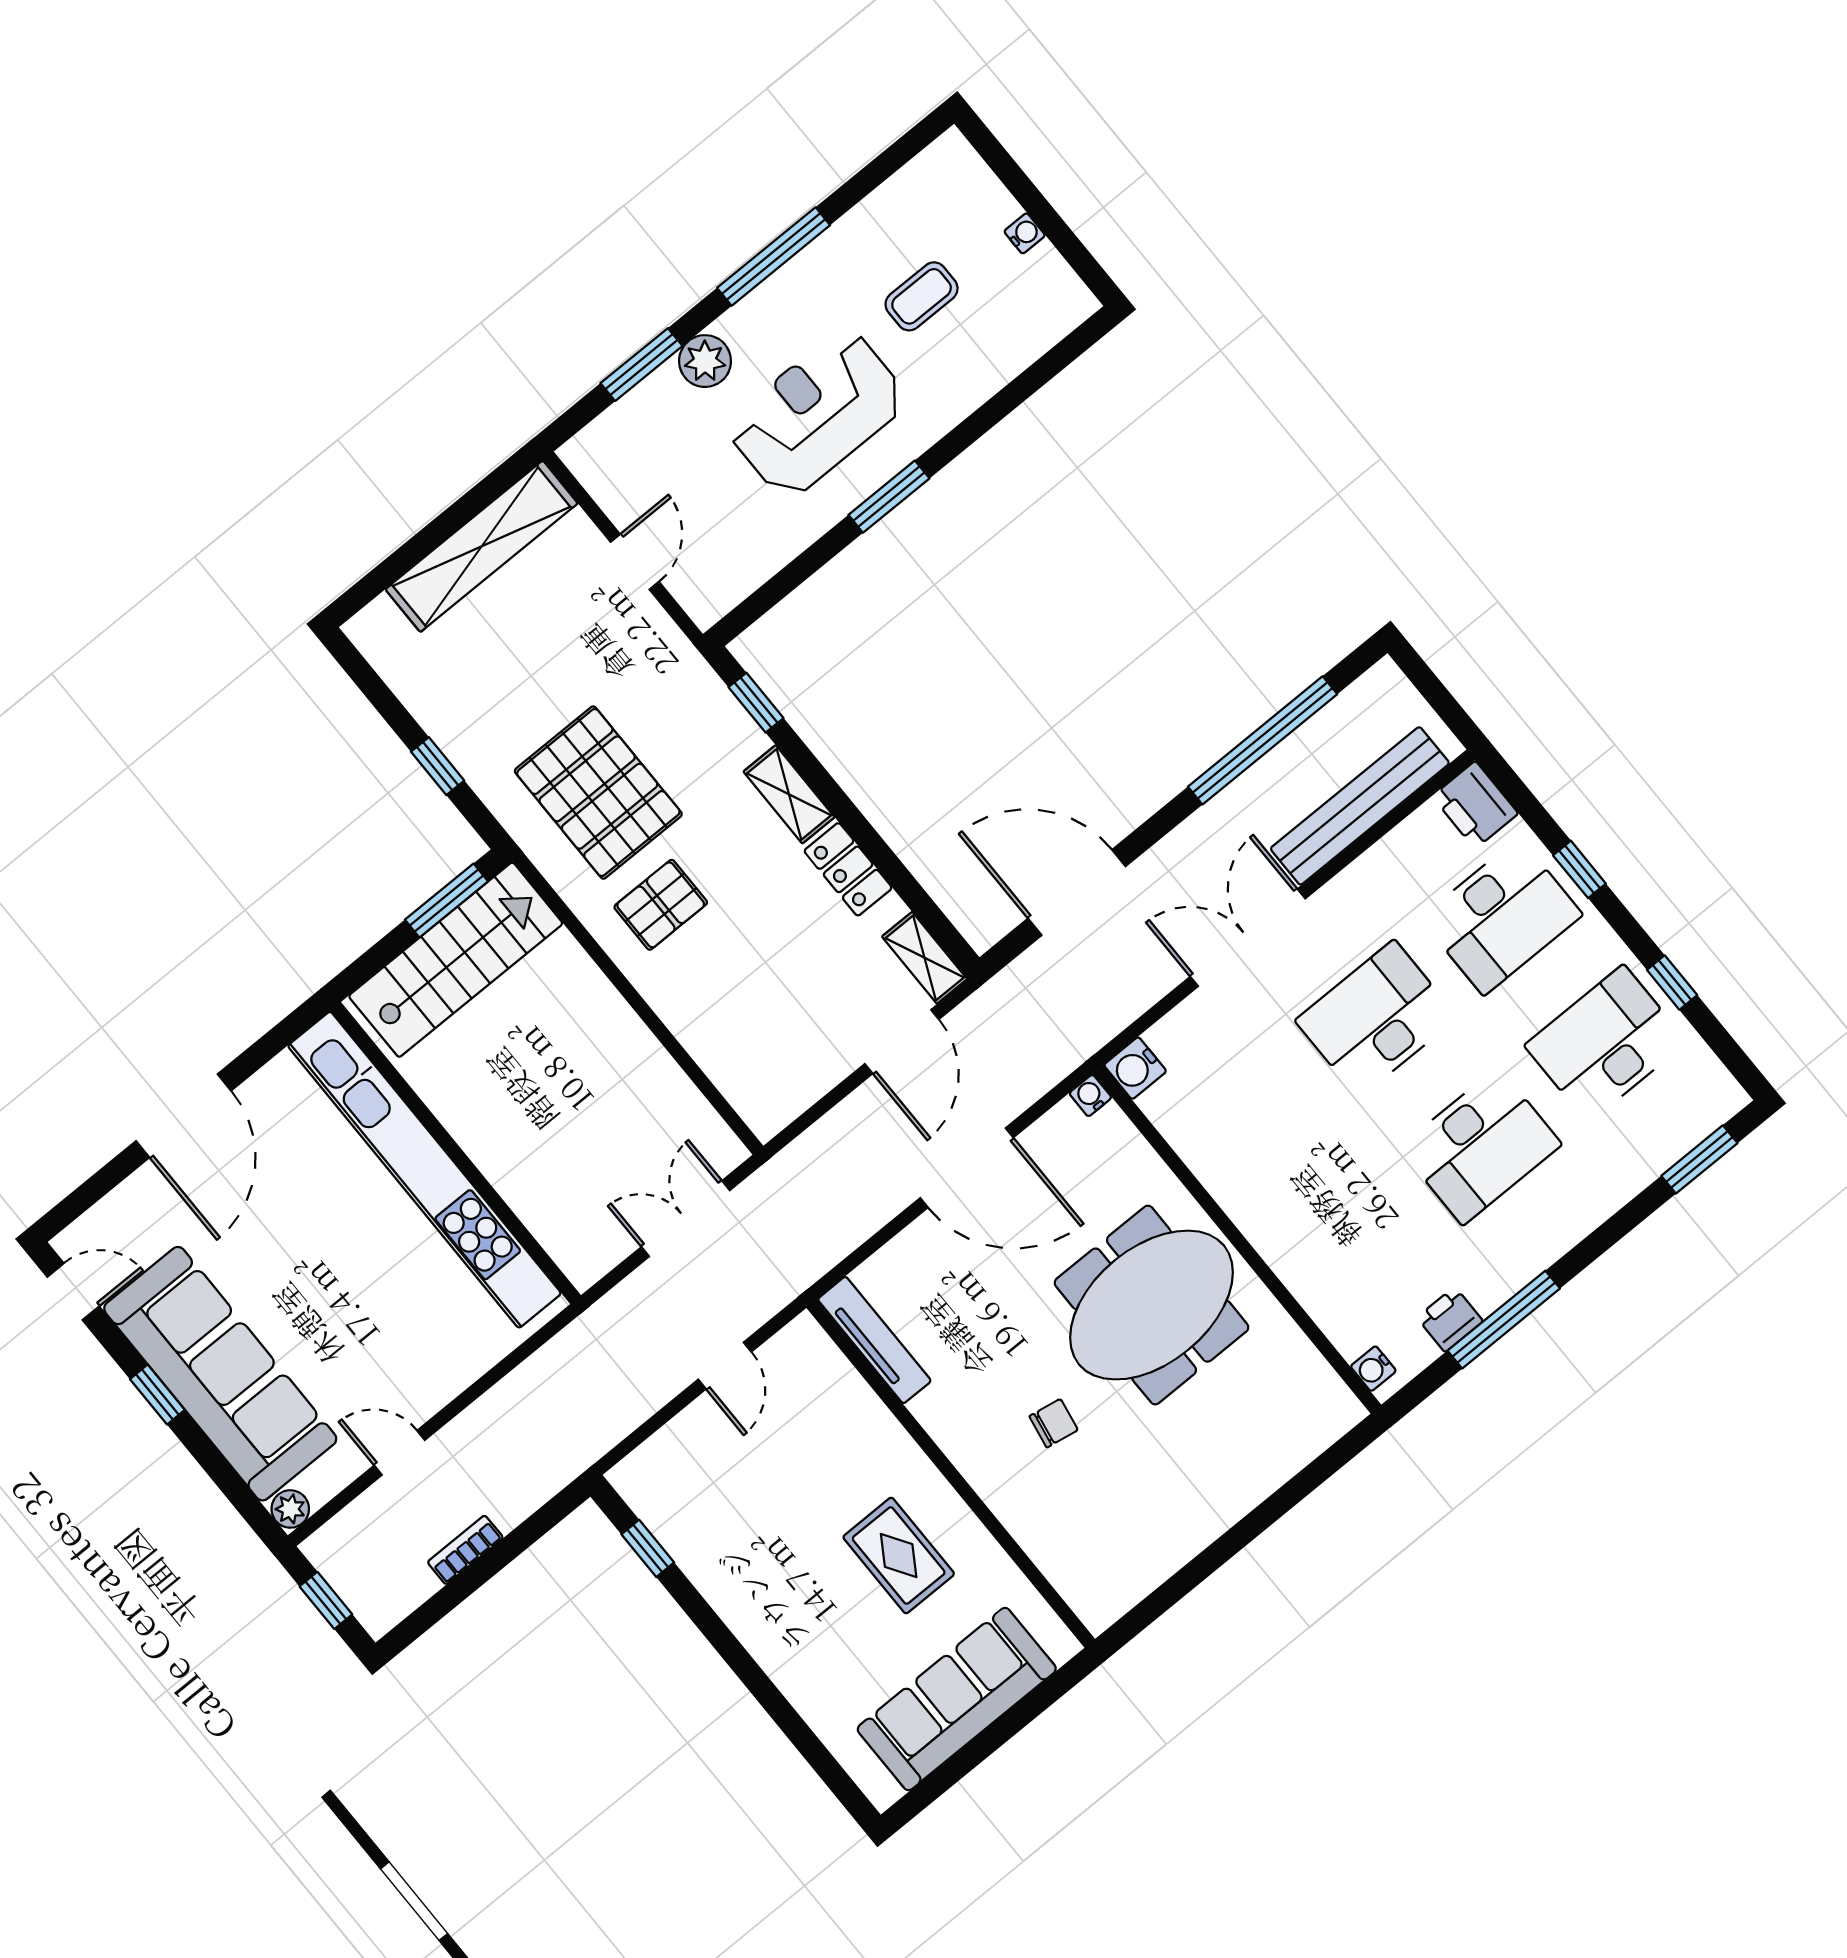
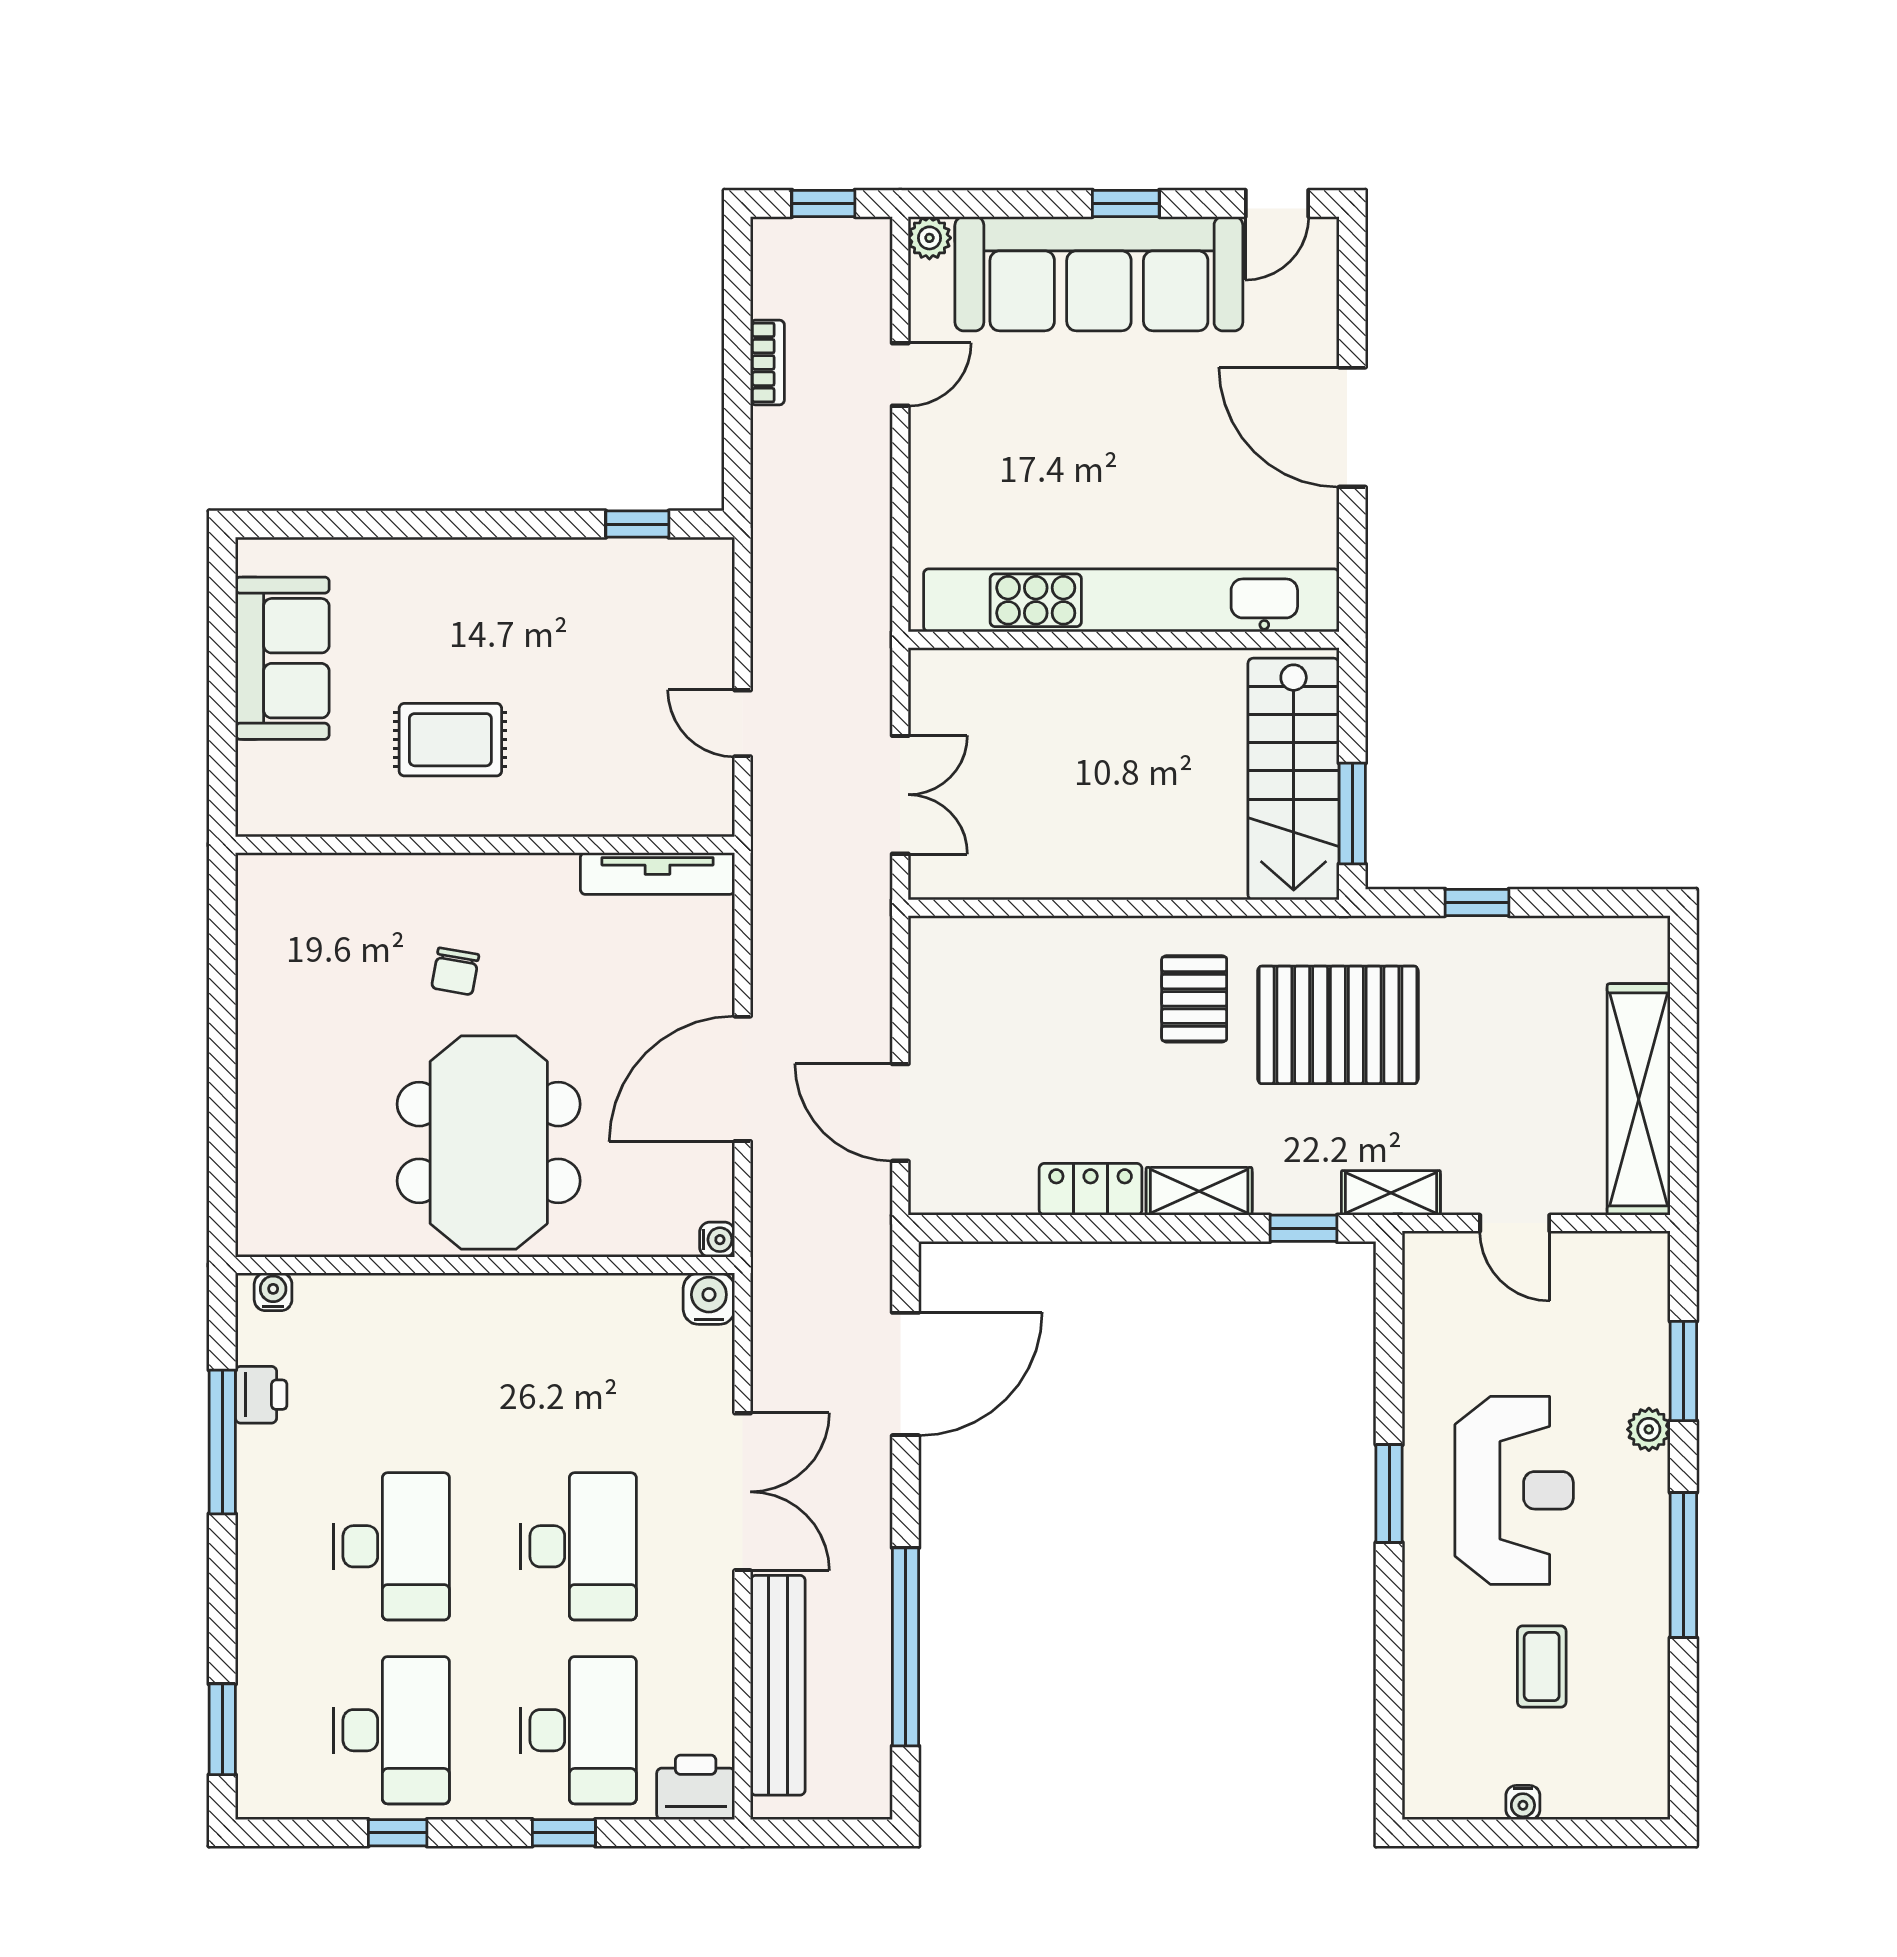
plant: (705, 361) -> (1649, 1429), width x0.73, depth x0.73
desk: (1501, 916) -> (579, 1730), turned 180
shelving: (925, 958) -> (1391, 1193), moved
desk: (1480, 1146) -> (392, 1546), turned 180
sofa: (957, 1699) -> (282, 658), width x0.73

